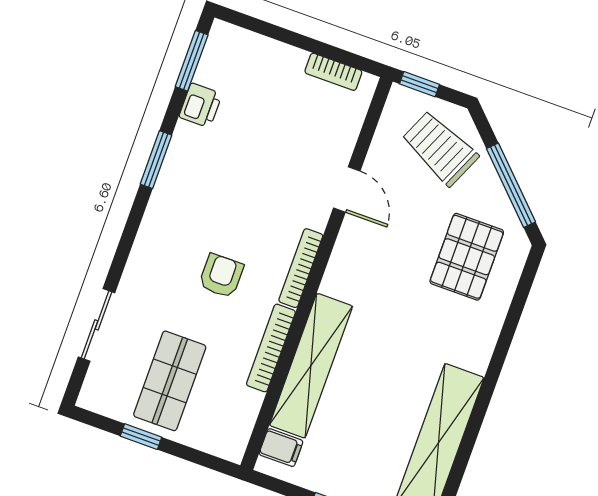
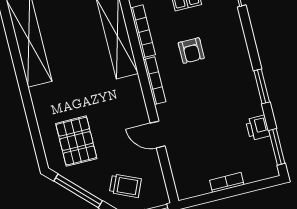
bookcase: (333, 72) -> (227, 182), moved
trolley: (440, 148) -> (125, 186), width x0.73, depth x0.72

